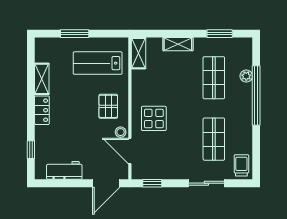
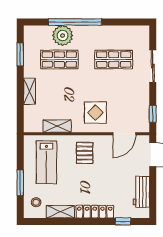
shelving: (139, 53) -> (57, 126), moved
plant: (246, 76) -> (63, 36), width x1.88, depth x1.88
pallet: (108, 106) -> (85, 153), turned 90
locker: (42, 110) -> (95, 212), width x1.53
stool: (121, 132) -> (36, 202), moved
trolley: (241, 165) -> (137, 35), removed

